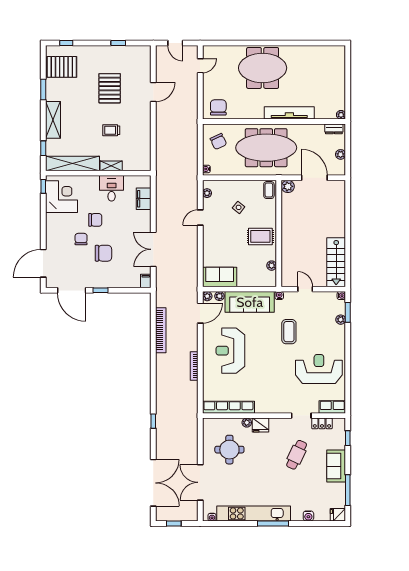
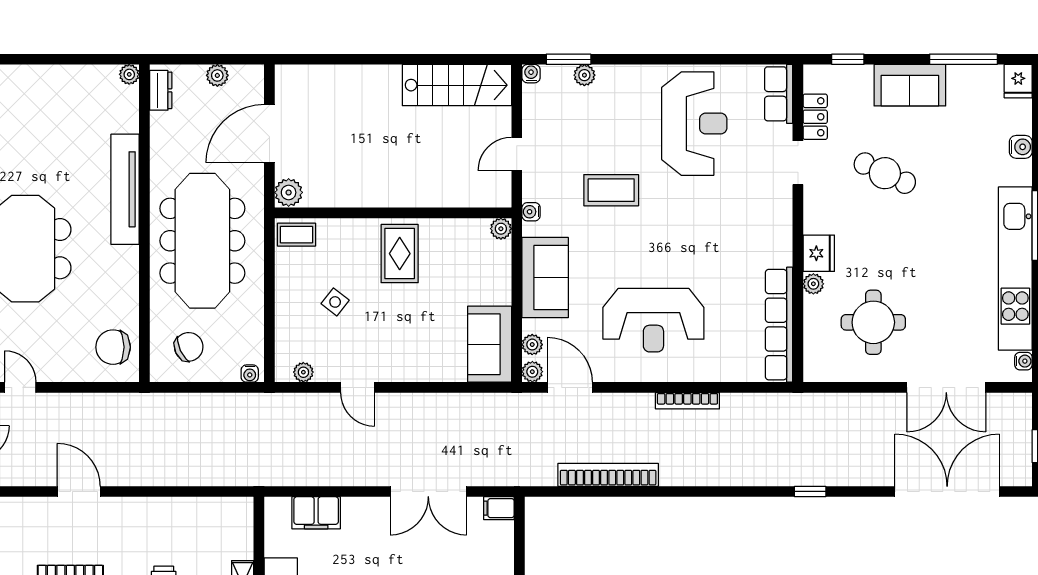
plant: (272, 266) -> (501, 229), moved
sofa: (250, 302) -> (545, 278), width x0.73
reception desk: (319, 369) -> (694, 124), turned 180

